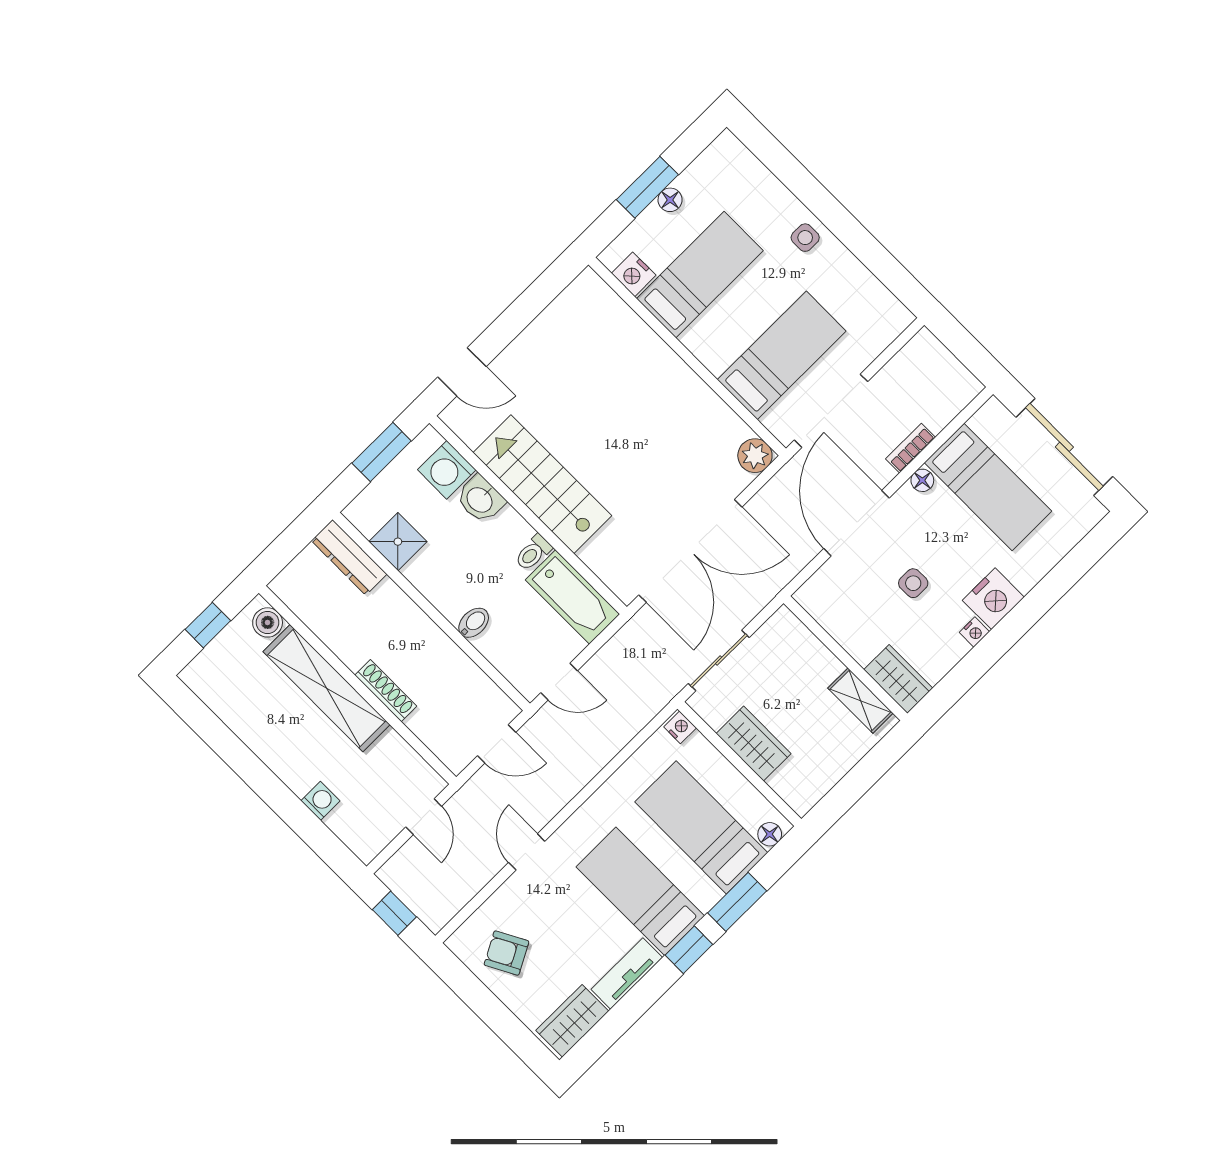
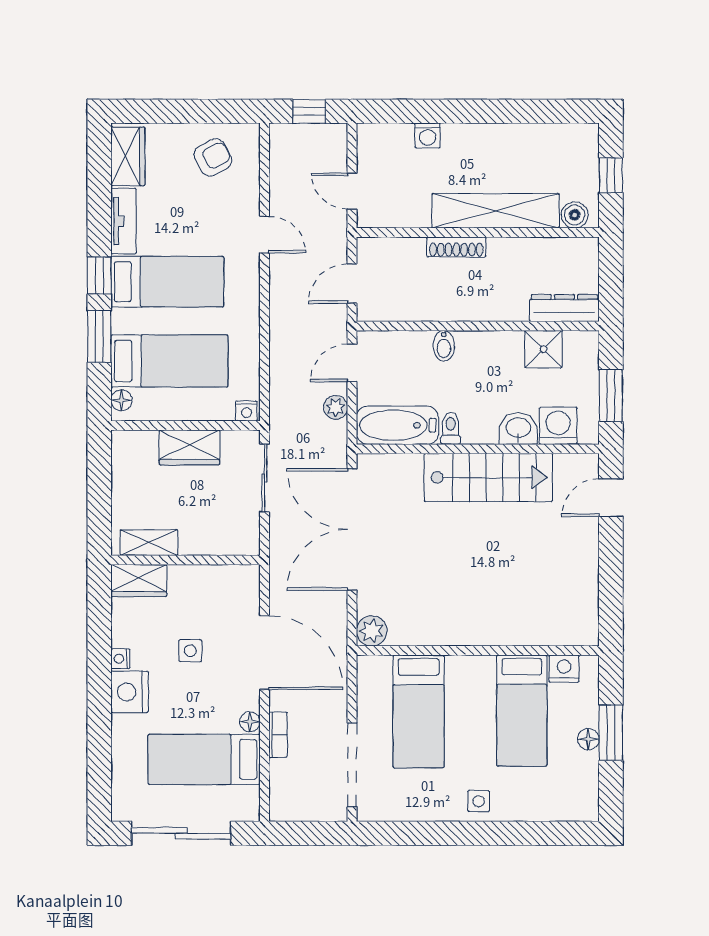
doorway: (831, 411) -> (352, 765), moved
plant: (607, 660) -> (336, 407), added

